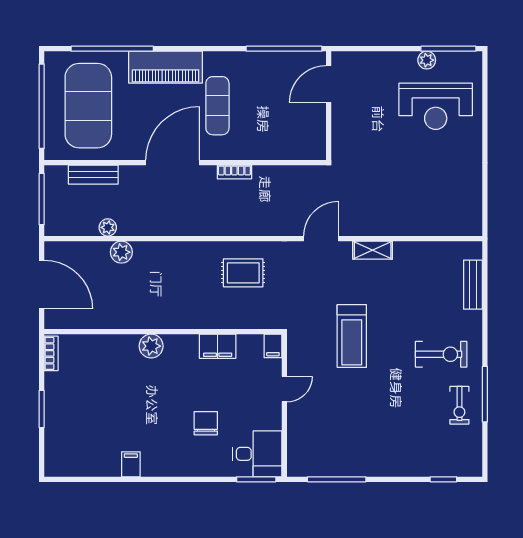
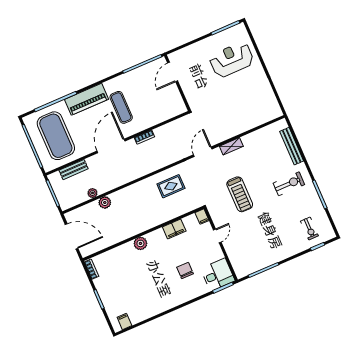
plant: (427, 60) -> (217, 38), removed
reception desk: (436, 106) -> (232, 60), turned 180
bench: (473, 285) -> (292, 146), width x1.36
exercise bike: (459, 405) -> (309, 228), moved
filing cabinet: (131, 464) -> (124, 321), moved

